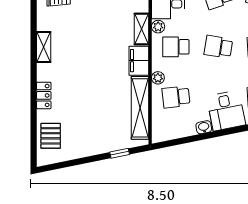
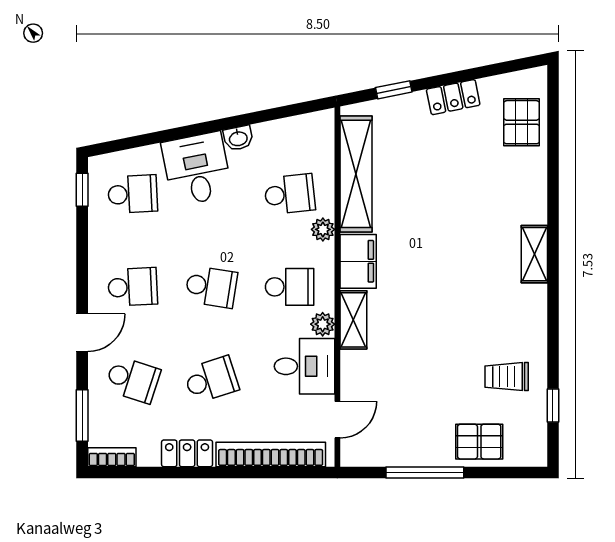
shelving: (44, 47) -> (534, 254), moved
locker: (44, 95) -> (453, 97), moved, turned -101

